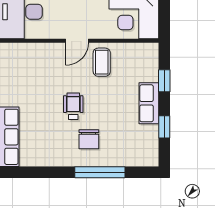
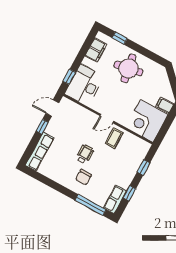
row of seats: (149, 103) -> (115, 199), moved
window: (100, 172) -> (91, 205), moved

